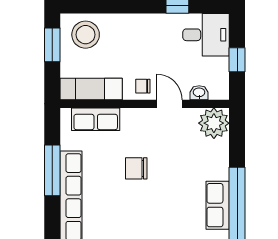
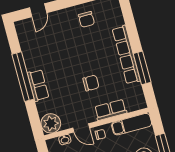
row of seats: (96, 119) -> (111, 110), moved
row of seats: (218, 205) -> (38, 85), moved

